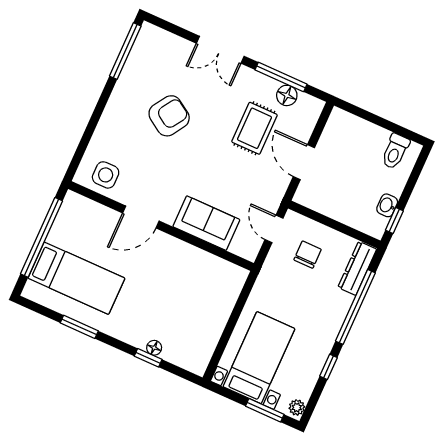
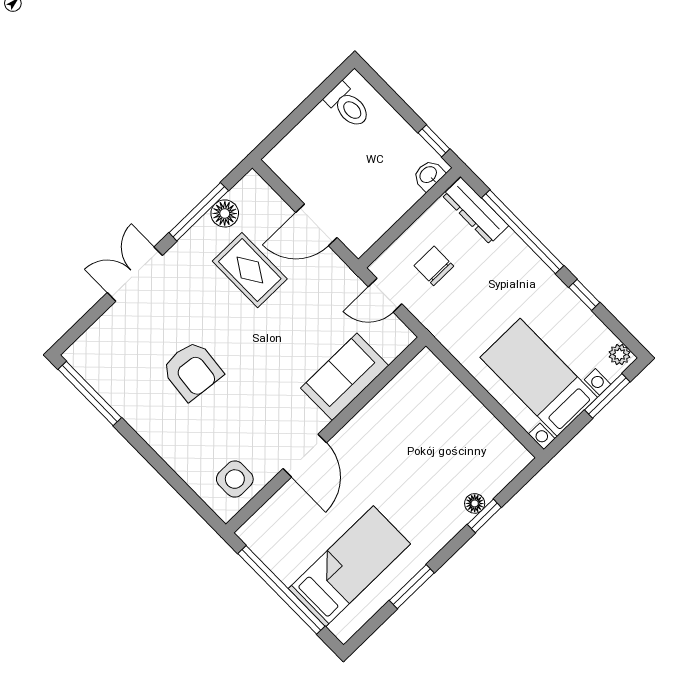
double door: (220, 50) -> (135, 274), swing flipped
armchair: (169, 116) -> (192, 371), turned 153
washbasin: (387, 205) -> (429, 175), moved, turned 90

